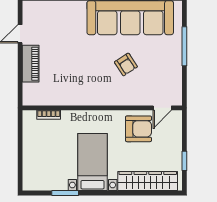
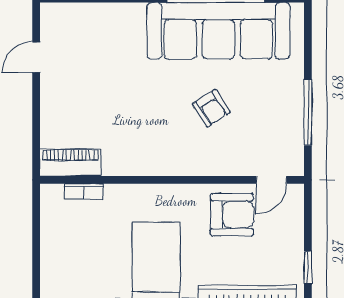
window: (184, 46) -> (308, 112), moved
piano: (31, 64) -> (70, 162), moved, turned -90

